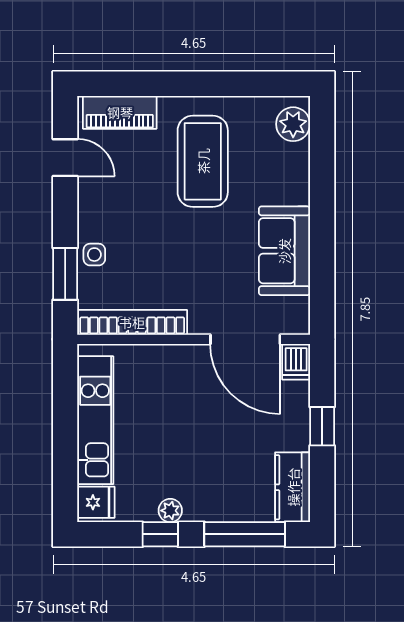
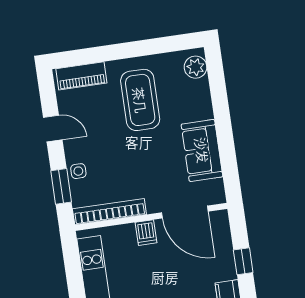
door: (65, 158) -> (53, 129), moved
dishwasher: (296, 362) -> (146, 233), moved

